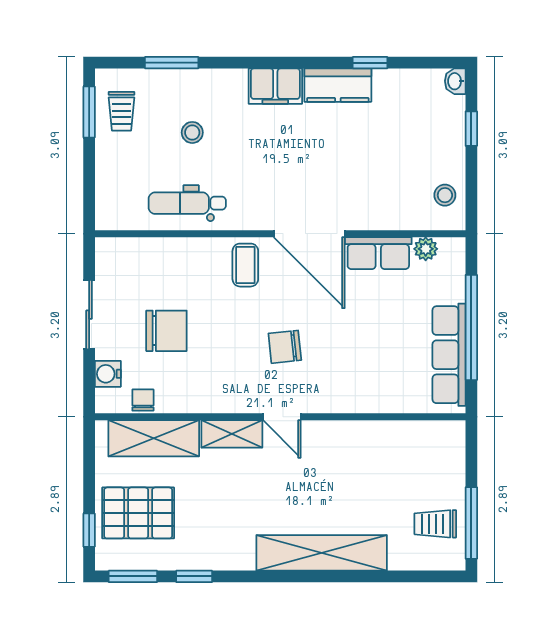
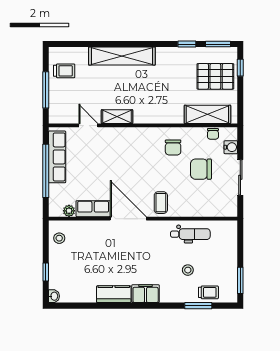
window: (370, 63) -> (97, 306), removed
trolley: (121, 111) -> (208, 292), moved, turned 90
chair: (285, 347) -> (173, 147), moved, turned 96
door: (282, 417) -> (88, 125), moved
shelving: (232, 434) -> (117, 117), moved
window: (471, 523) -> (46, 90), moved

